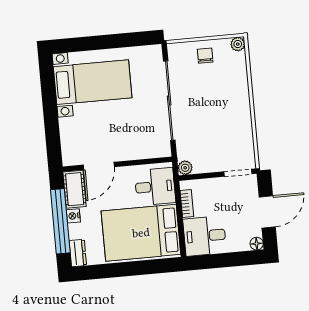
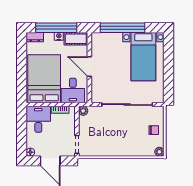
window: (51, 118) -> (123, 28), added
door: (99, 166) -> (89, 66), moved

